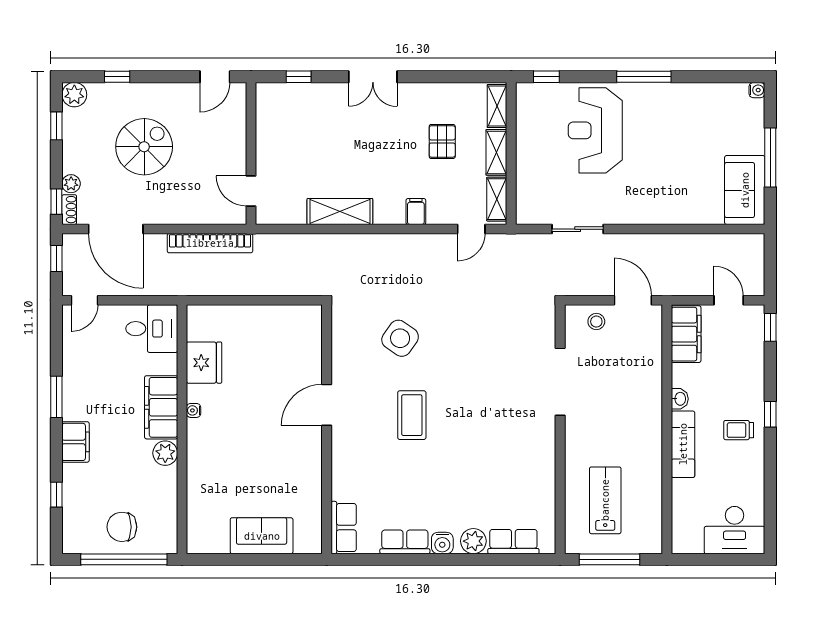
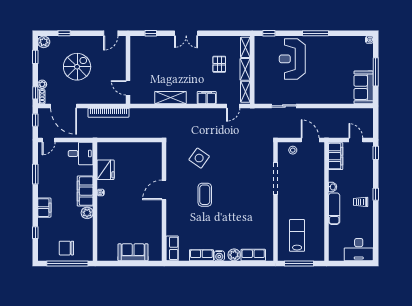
filing cabinet: (416, 212) -> (207, 98), width x2.00
window: (56, 397) -> (35, 174), moved

